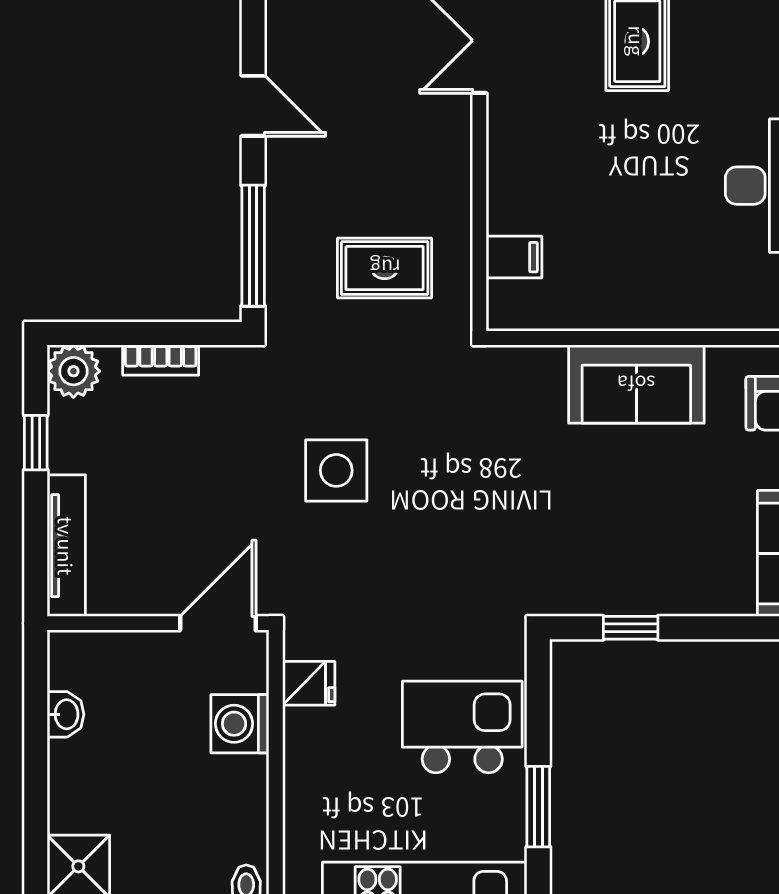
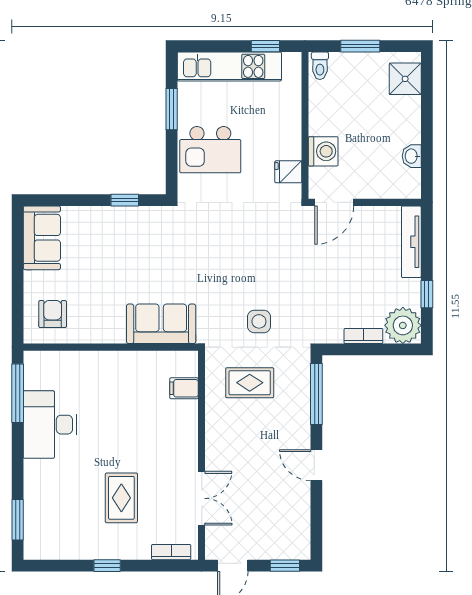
plant: (73, 371) -> (403, 325), width x1.36, depth x1.36
sofa: (636, 384) -> (161, 324), moved
side table: (336, 470) -> (259, 321), moved, width x0.73, depth x0.73

